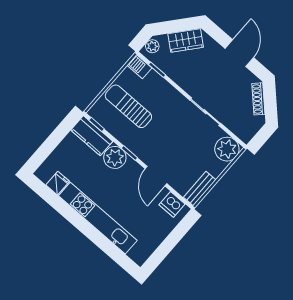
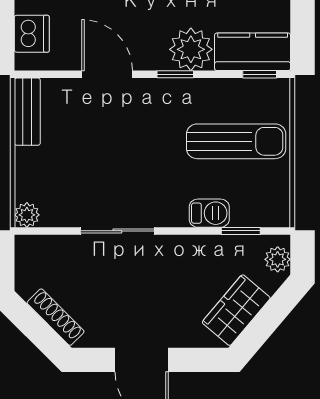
barbecue: (139, 67) -> (209, 213), moved
plant: (227, 149) -> (27, 215), width x0.53, depth x0.53
dishwasher: (172, 204) -> (32, 34), moved, turned 90

